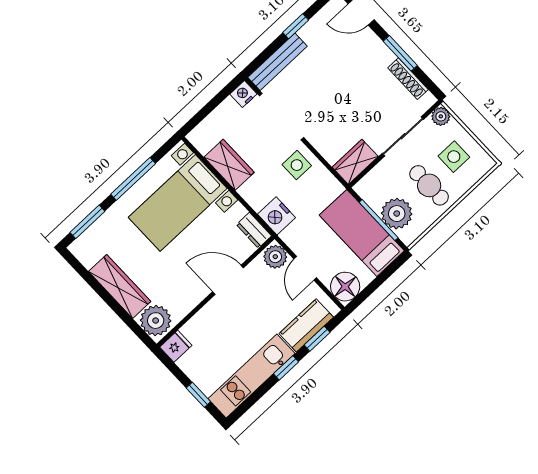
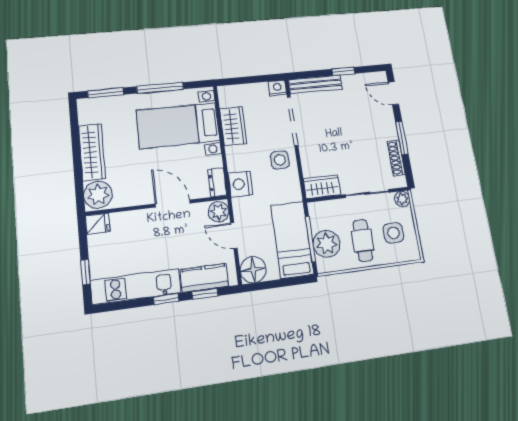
door: (305, 268) -> (234, 235), hinge flipped

